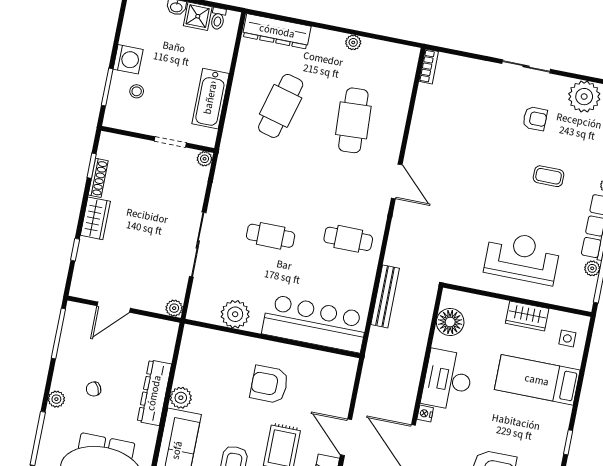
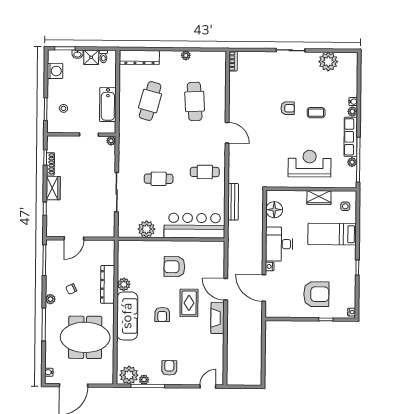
washing machine: (128, 59) -> (55, 71), moved
armchair: (535, 119) -> (288, 108), moved
plant: (174, 308) -> (110, 232), removed

